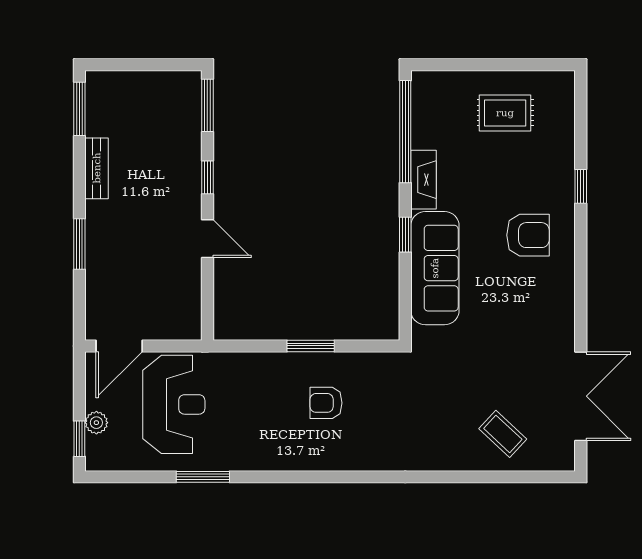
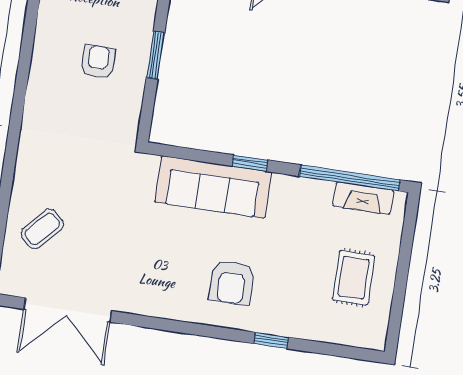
fireplace: (423, 180) -> (363, 198), moved

